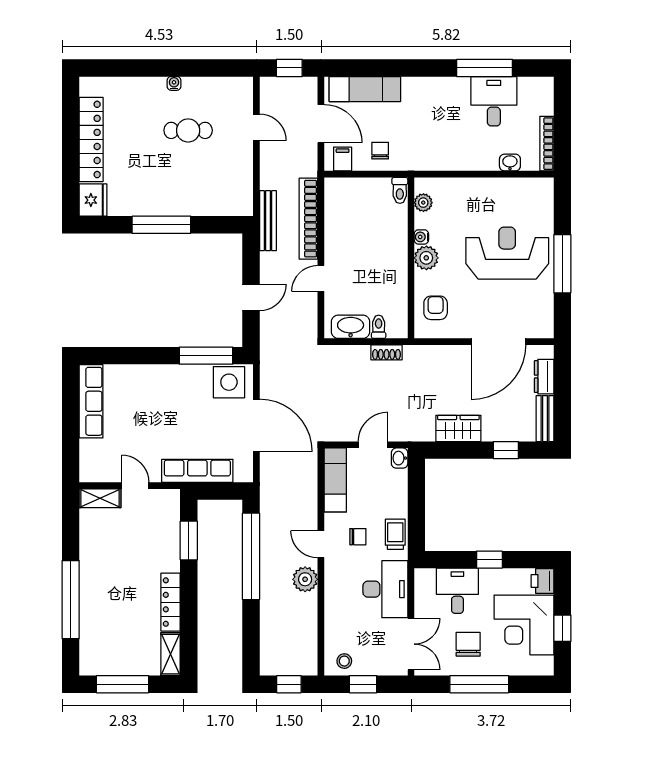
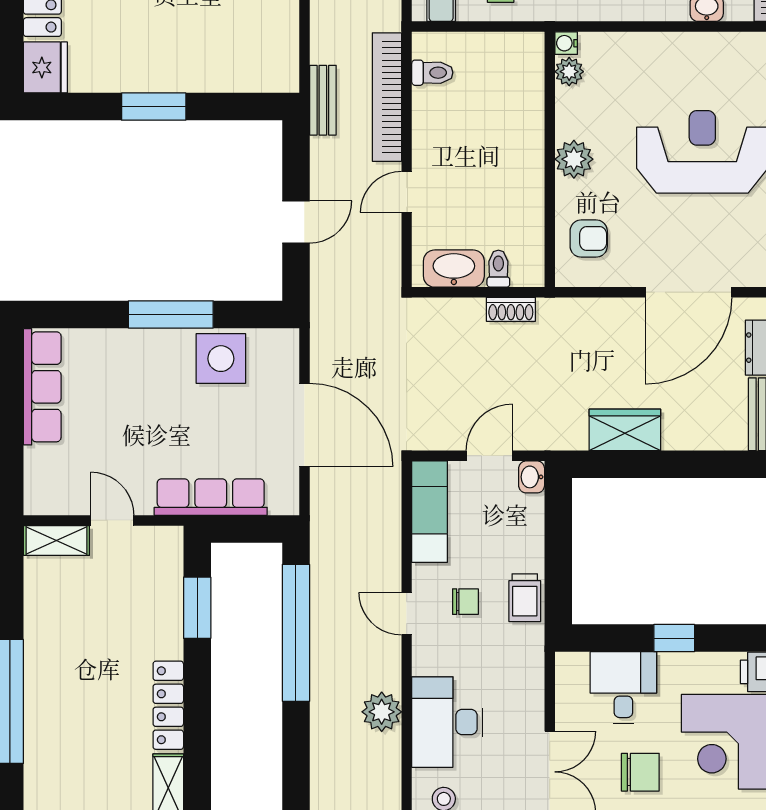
toilet: (400, 190) -> (432, 73), moved, turned -90
bench: (268, 221) -> (323, 100), width x0.73
window: (161, 225) -> (154, 107), width x0.69
water cooler: (421, 237) -> (566, 43), moved
armchair: (436, 308) -> (589, 239), turned 90
window: (206, 356) -> (171, 314), moved
side table: (229, 382) -> (221, 359), moved
window: (506, 450) -> (700, 464), removed
trolley: (395, 534) -> (525, 598), turned 180
plant: (305, 579) -> (382, 712), moved
desk: (385, 589) -> (447, 722), moved, turned 180
chair: (468, 644) -> (640, 772), turned 90

